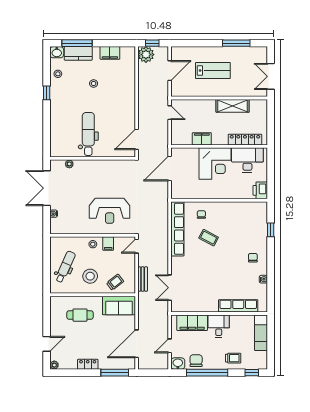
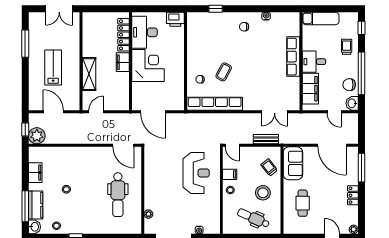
shelving: (233, 106) -> (89, 74), moved
dental chair: (88, 134) -> (118, 195), turned -90
filing cabinet: (202, 139) -> (123, 62), moved
row of seats: (238, 306) -> (293, 57), moved

